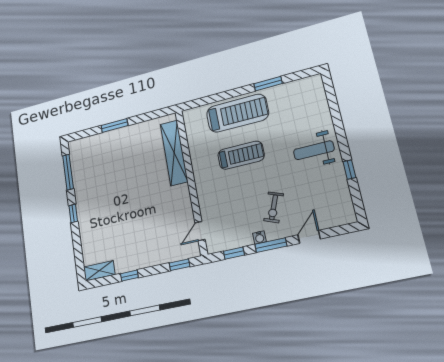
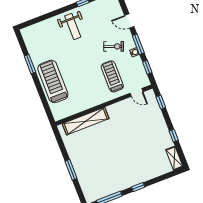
treadmill: (241, 155) -> (112, 76), moved

